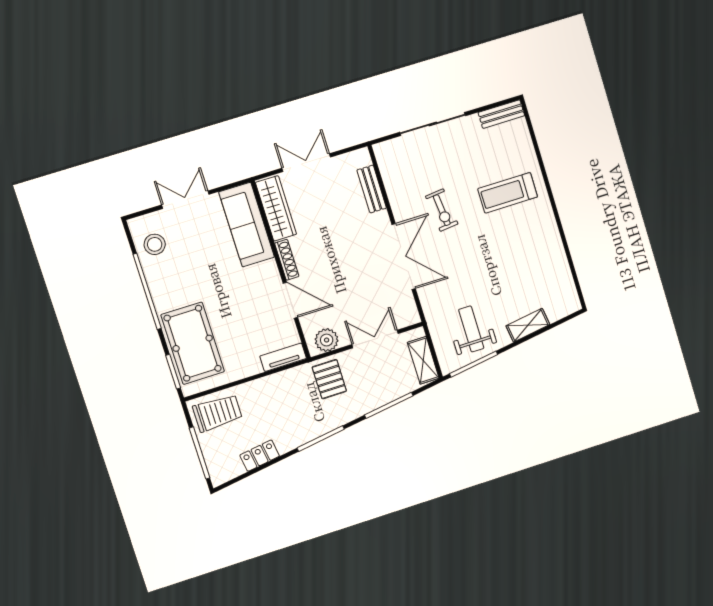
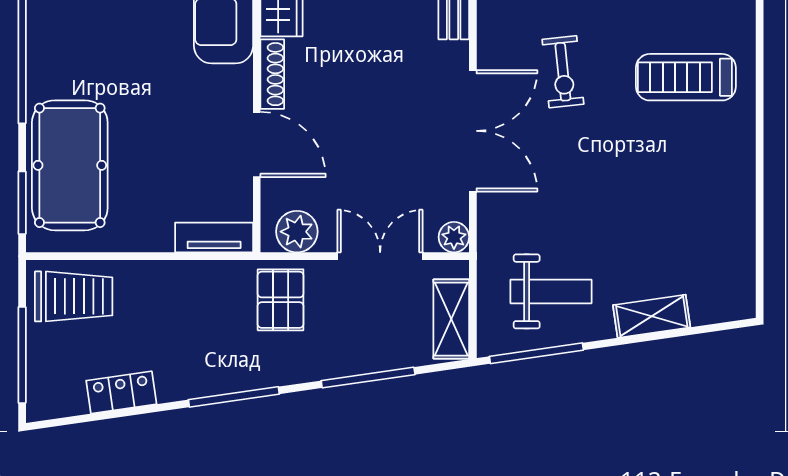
plant: (411, 316) -> (454, 237), added
weight bench: (471, 329) -> (551, 291), turned 90

